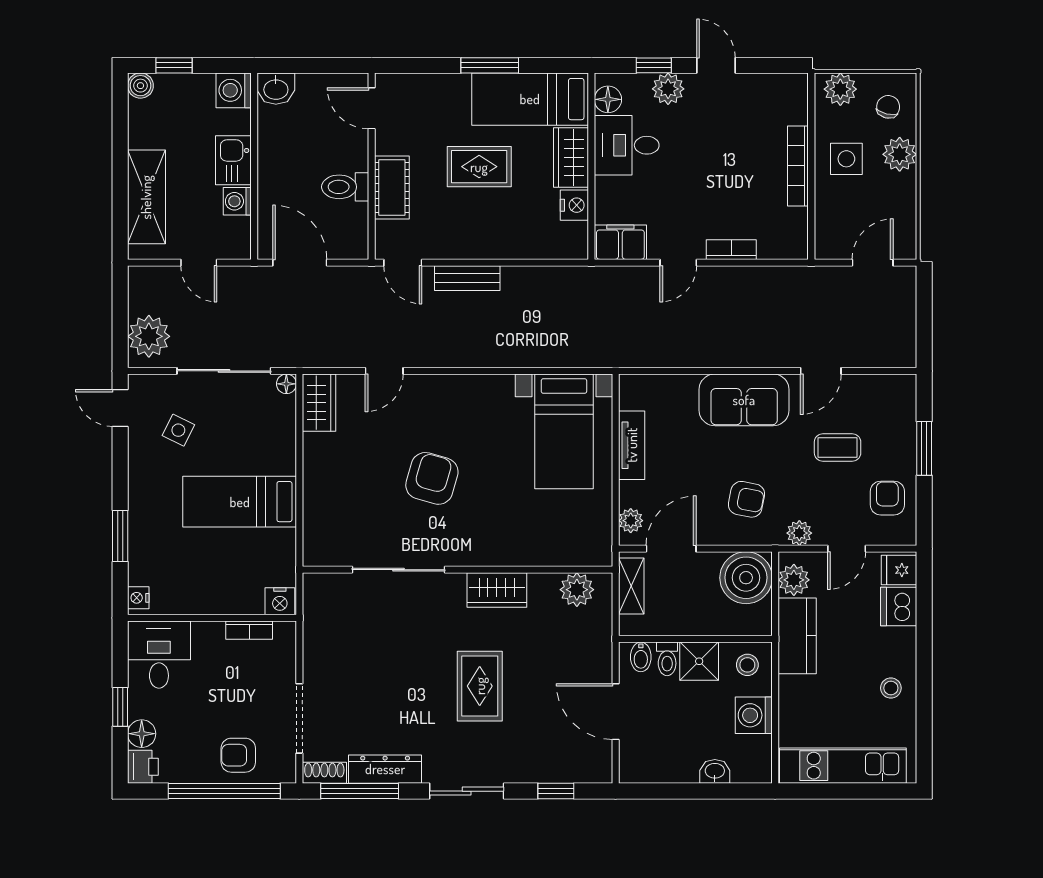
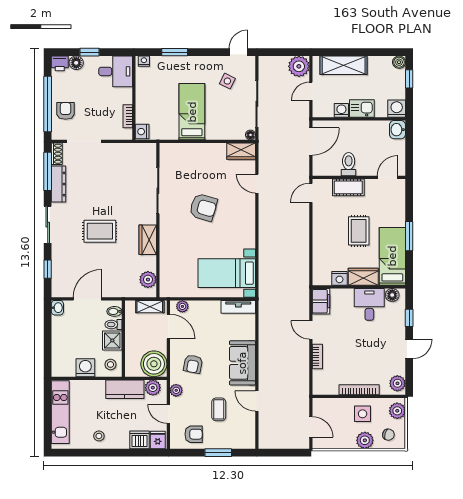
plant: (668, 89) -> (397, 383), moved
bench: (467, 278) -> (303, 225), removed
plant: (149, 336) -> (299, 66), moved
tv unit: (632, 445) -> (238, 307), moved
washbasin: (715, 771) -> (57, 308), moved

